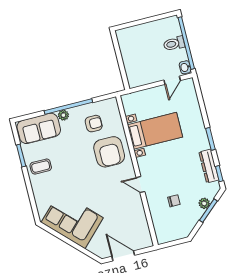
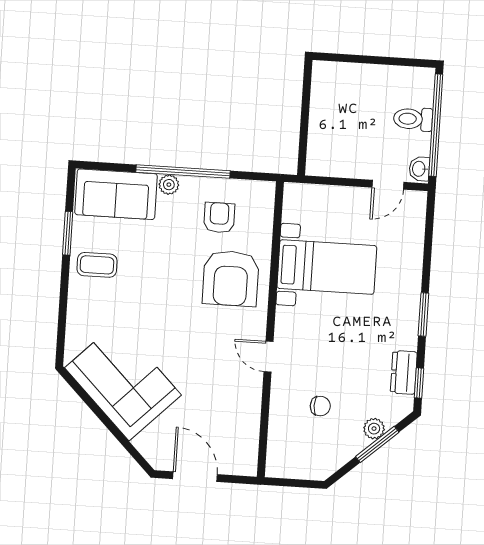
armchair: (94, 124) -> (219, 218), turned -90
dresser: (209, 166) -> (404, 372), width x0.70

